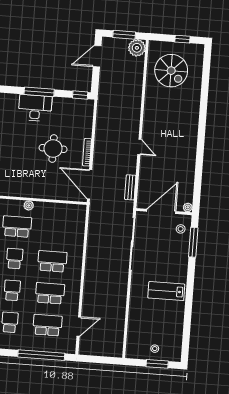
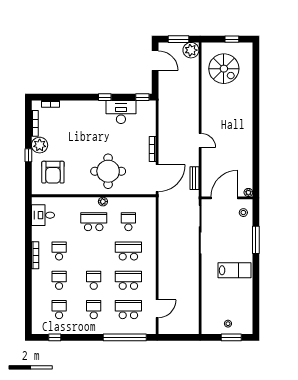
door: (97, 56) -> (155, 61), swing flipped
window: (39, 92) -> (105, 97), width x0.46
desk: (35, 108) -> (121, 112), moved
round table: (53, 149) -> (108, 171), moved, width x1.36, depth x1.36
door: (90, 184) -> (157, 178), swing flipped
window: (193, 242) -> (256, 240), moved
school desk: (15, 258) -> (128, 222), moved
lab bench: (166, 291) -> (235, 270), turned 180

